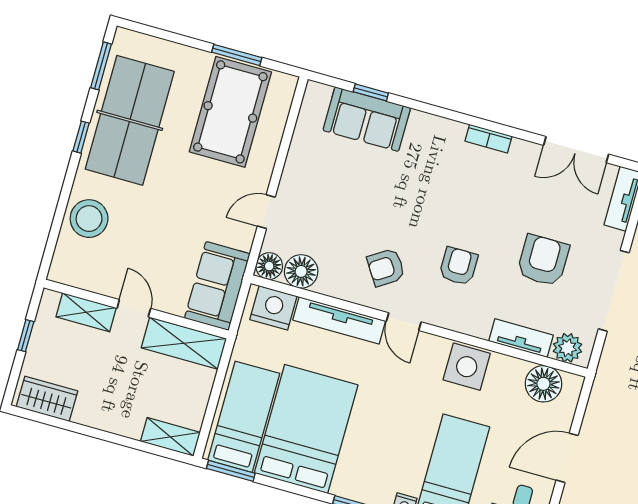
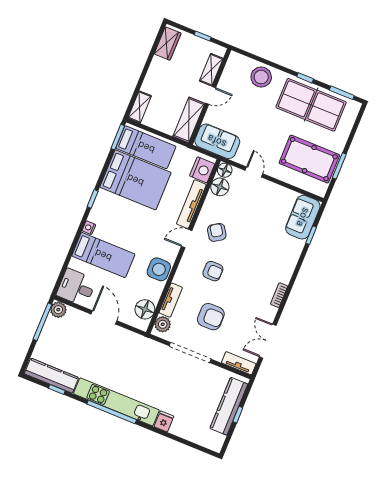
sofa: (367, 119) -> (303, 217), moved

